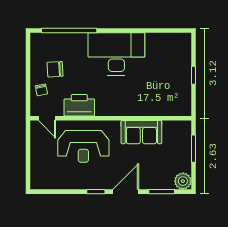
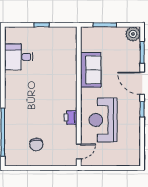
desk: (116, 54) -> (19, 57), moved, width x0.53, depth x0.77
chair: (41, 90) -> (54, 156), removed
printer: (79, 105) -> (71, 117), width x0.53, depth x0.68
reception desk: (83, 146) -> (103, 120), turned 180

